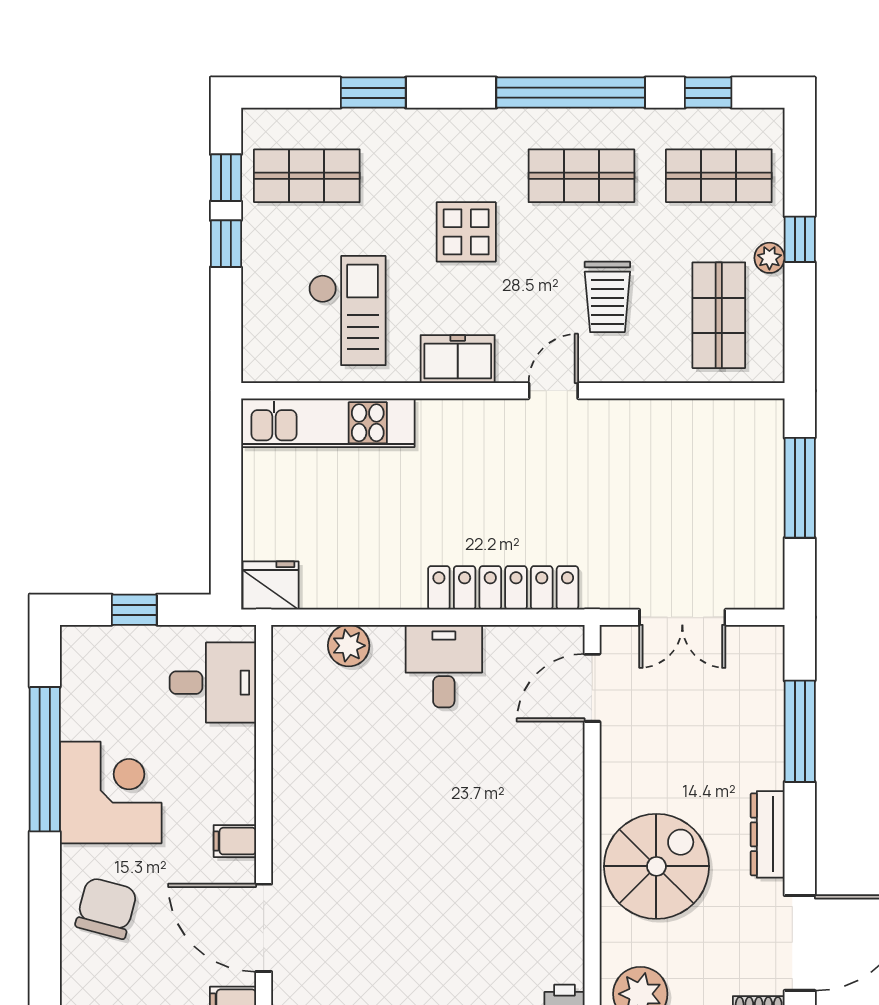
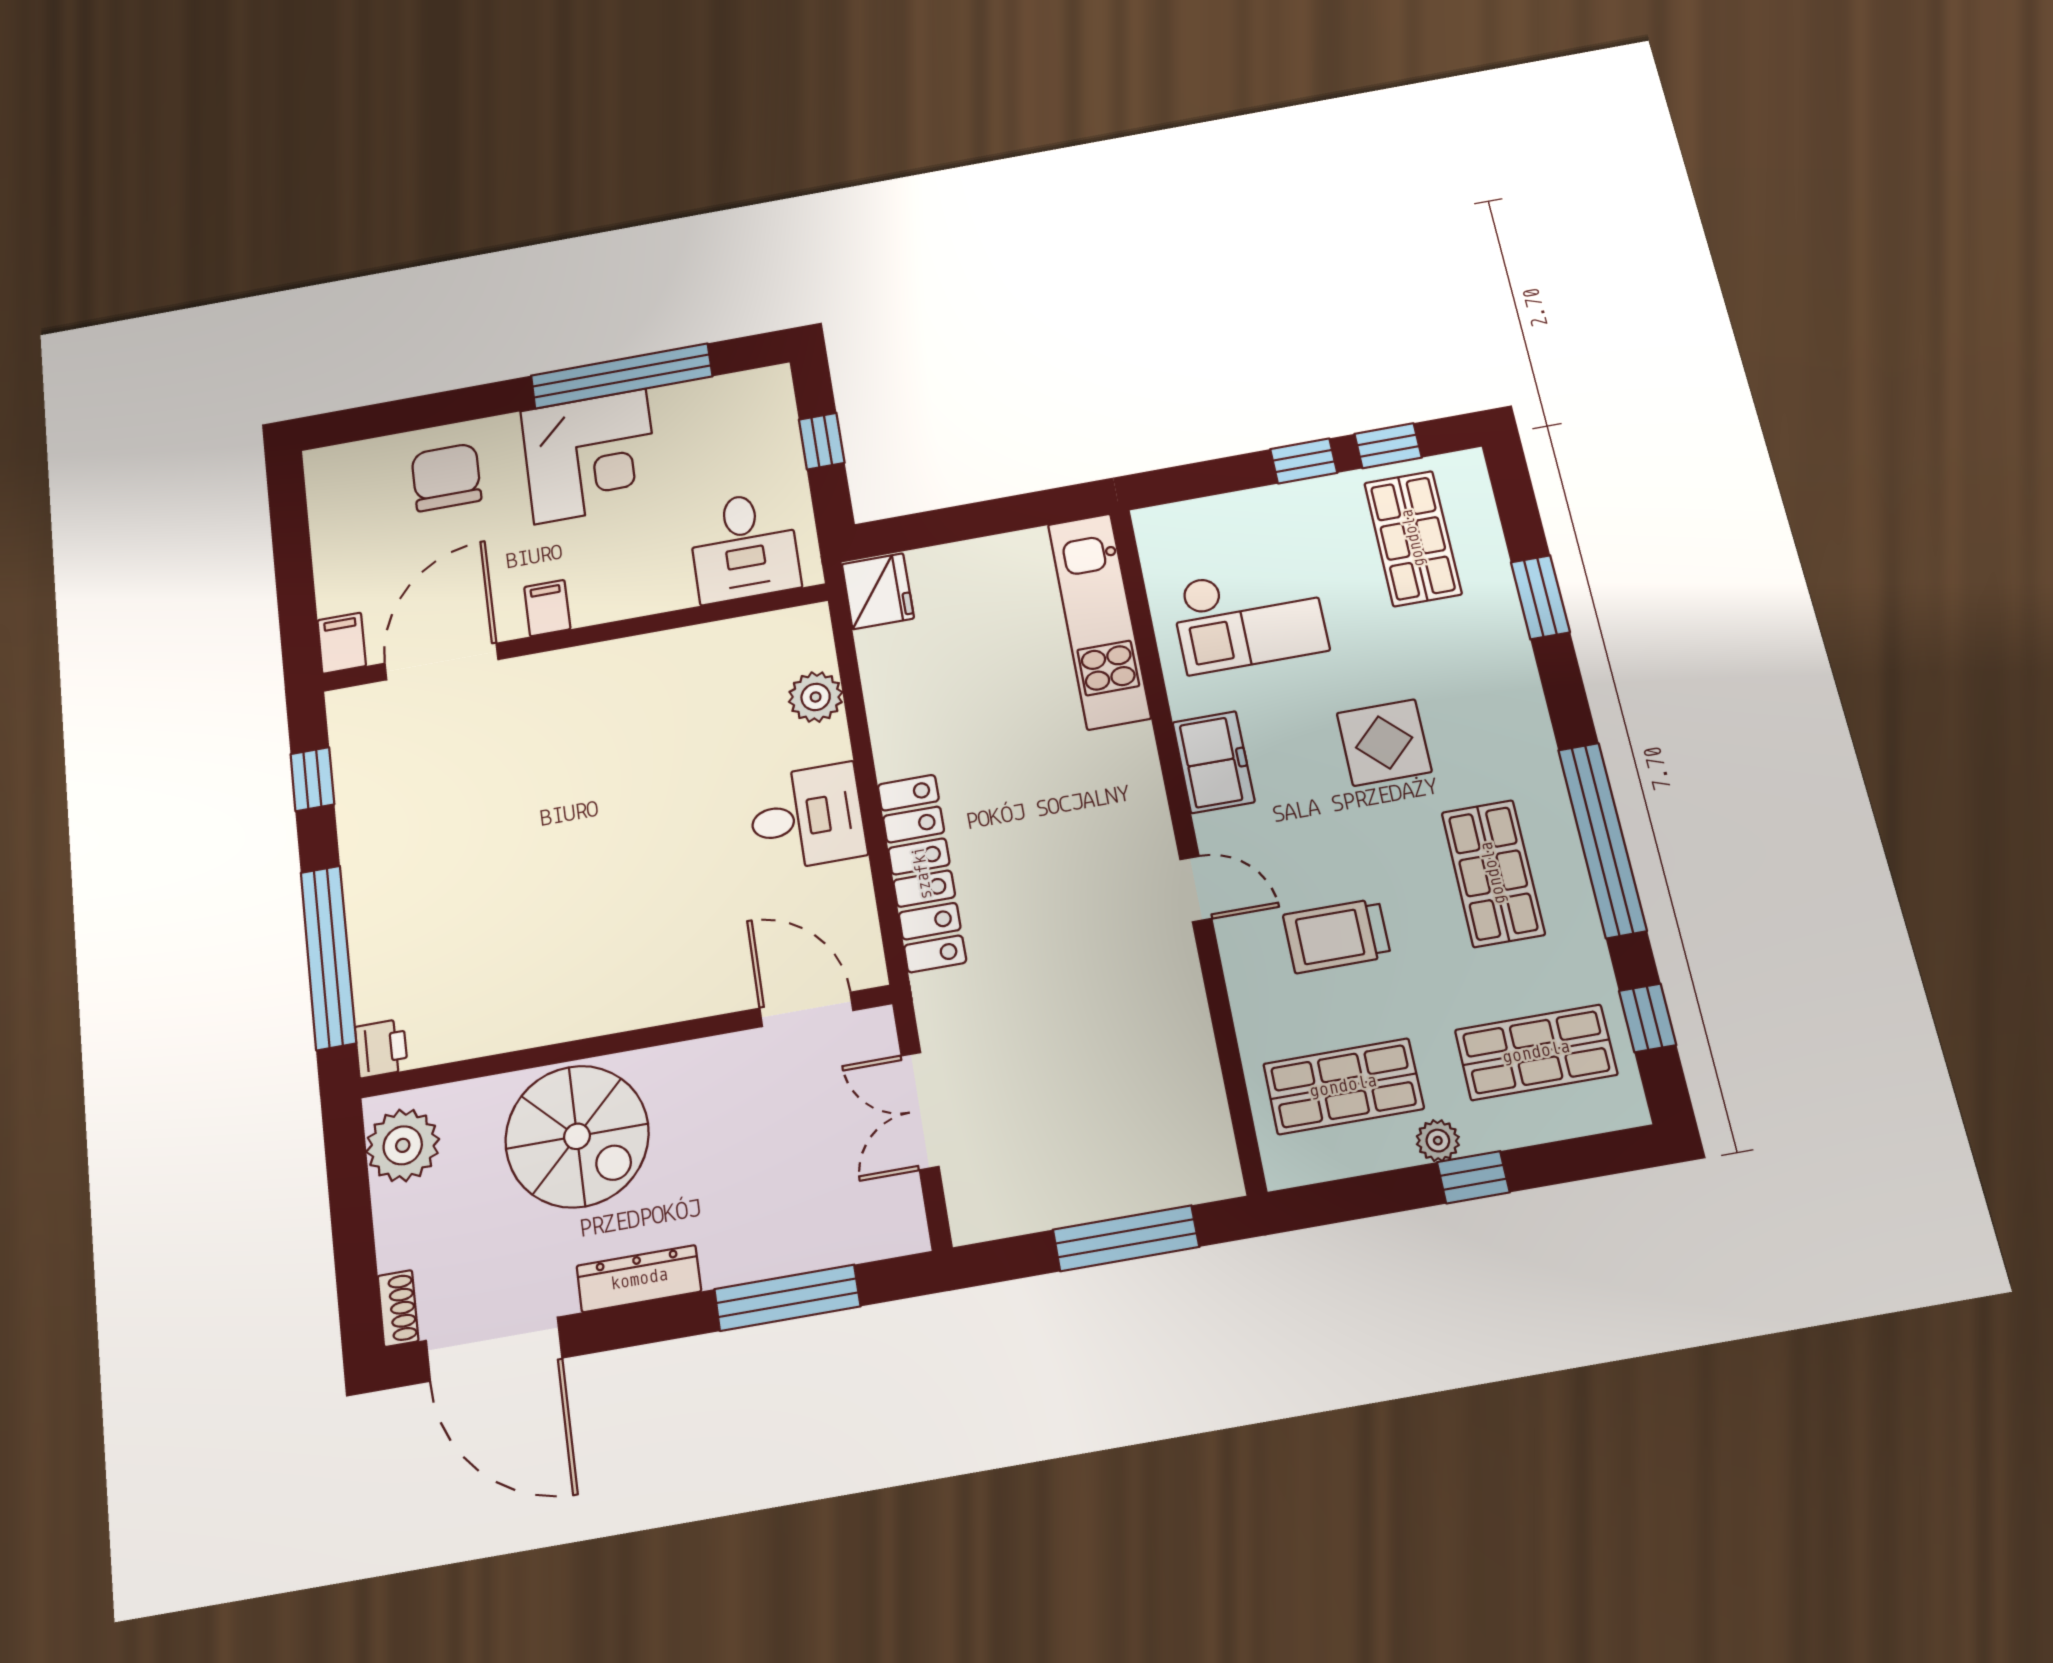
shop shelf: (719, 176) -> (1536, 1052), turned 90
chair: (106, 908) -> (446, 477), turned -105

